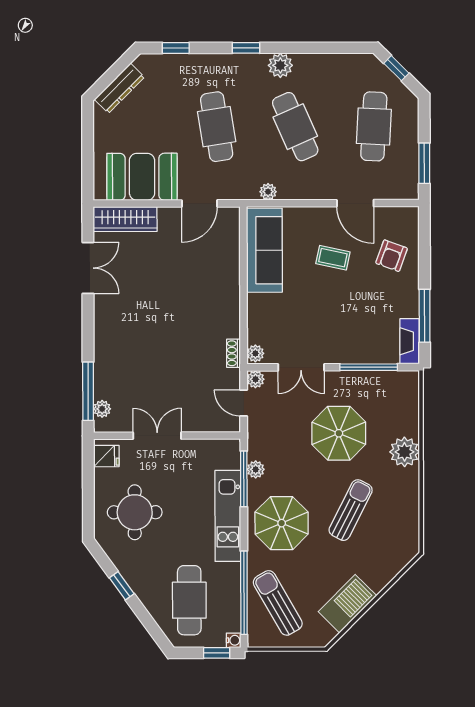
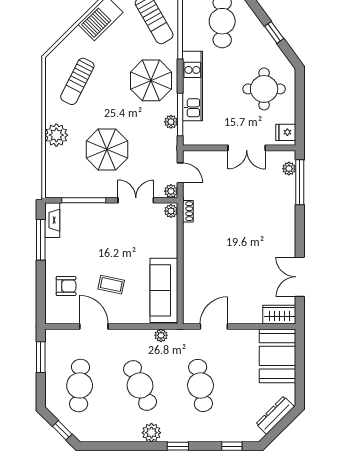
booth: (142, 177) -> (278, 356), moved, turned 90
wardrobe: (125, 219) -> (279, 315), width x0.67
armchair: (392, 256) -> (66, 286), turned 70
sun lounger: (351, 510) -> (77, 81), moved

